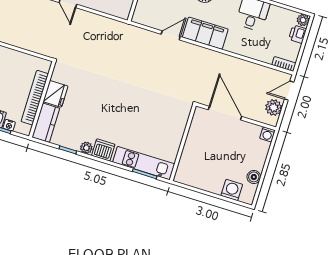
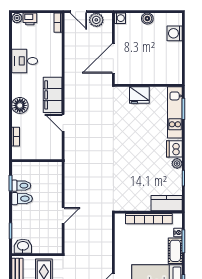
fridge: (55, 94) -> (139, 95), moved, turned 180
boiler: (254, 177) -> (147, 18), moved

